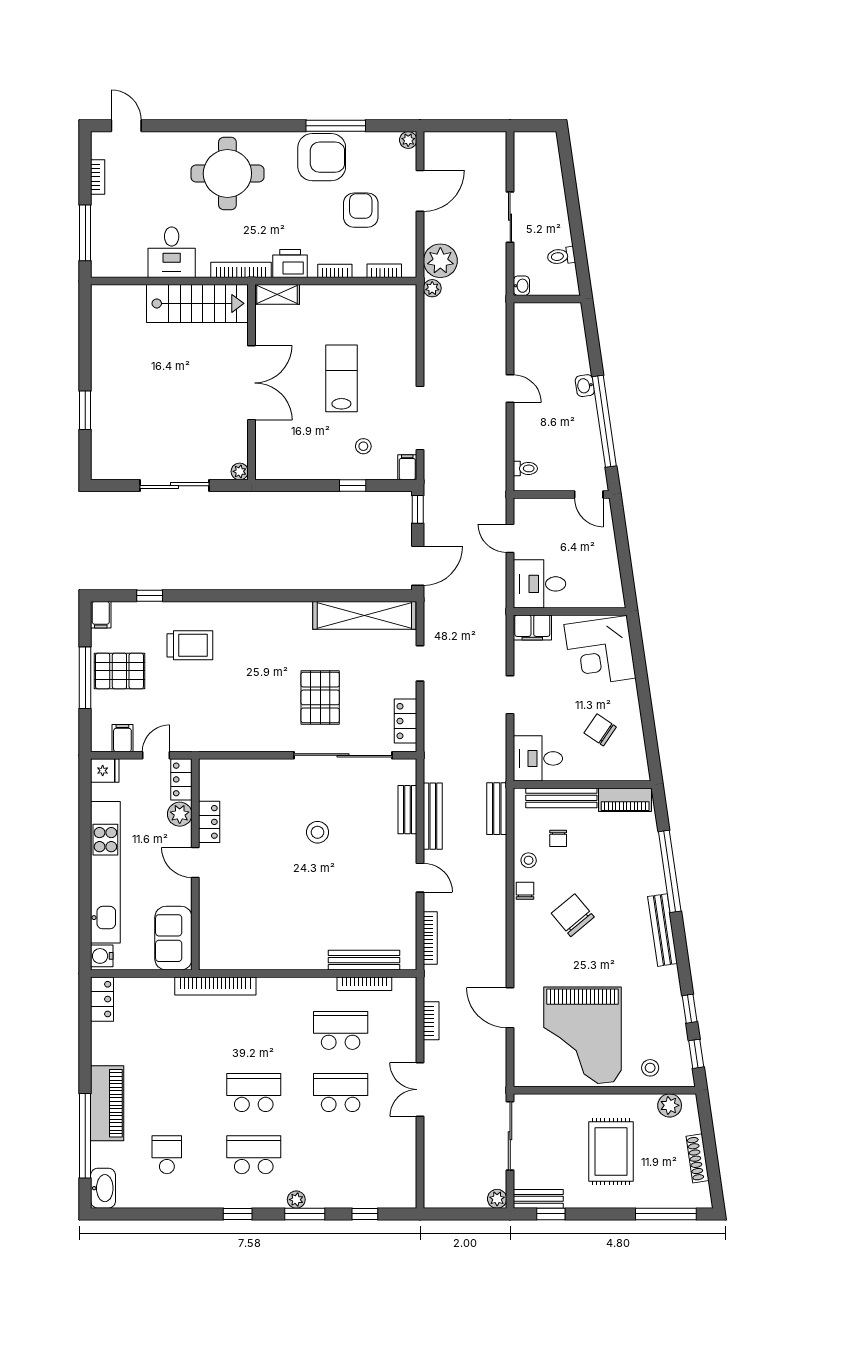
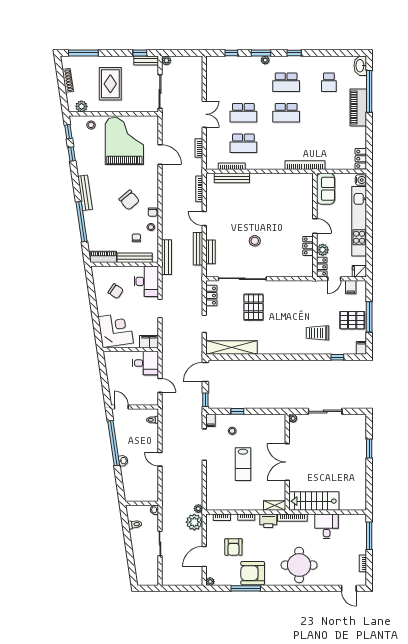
desk: (538, 758) -> (146, 281), width x1.37
bench: (497, 809) -> (167, 257), width x1.36

